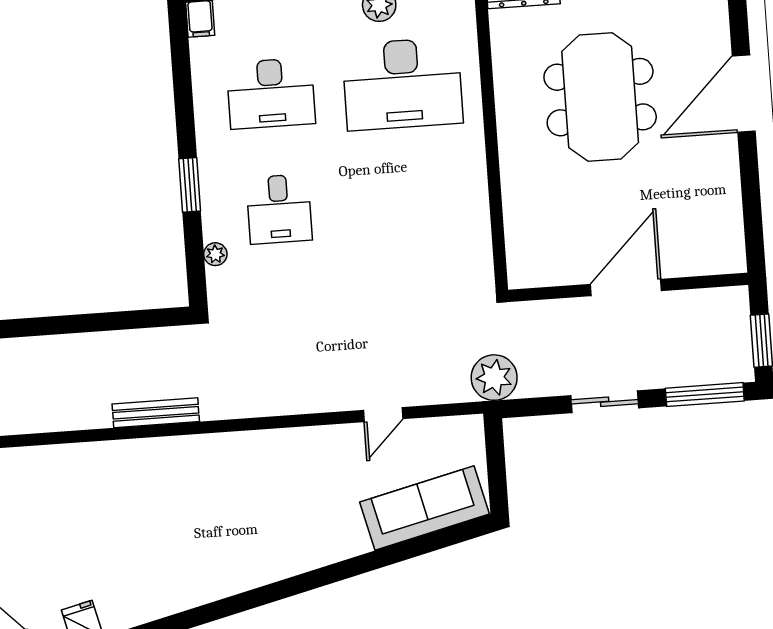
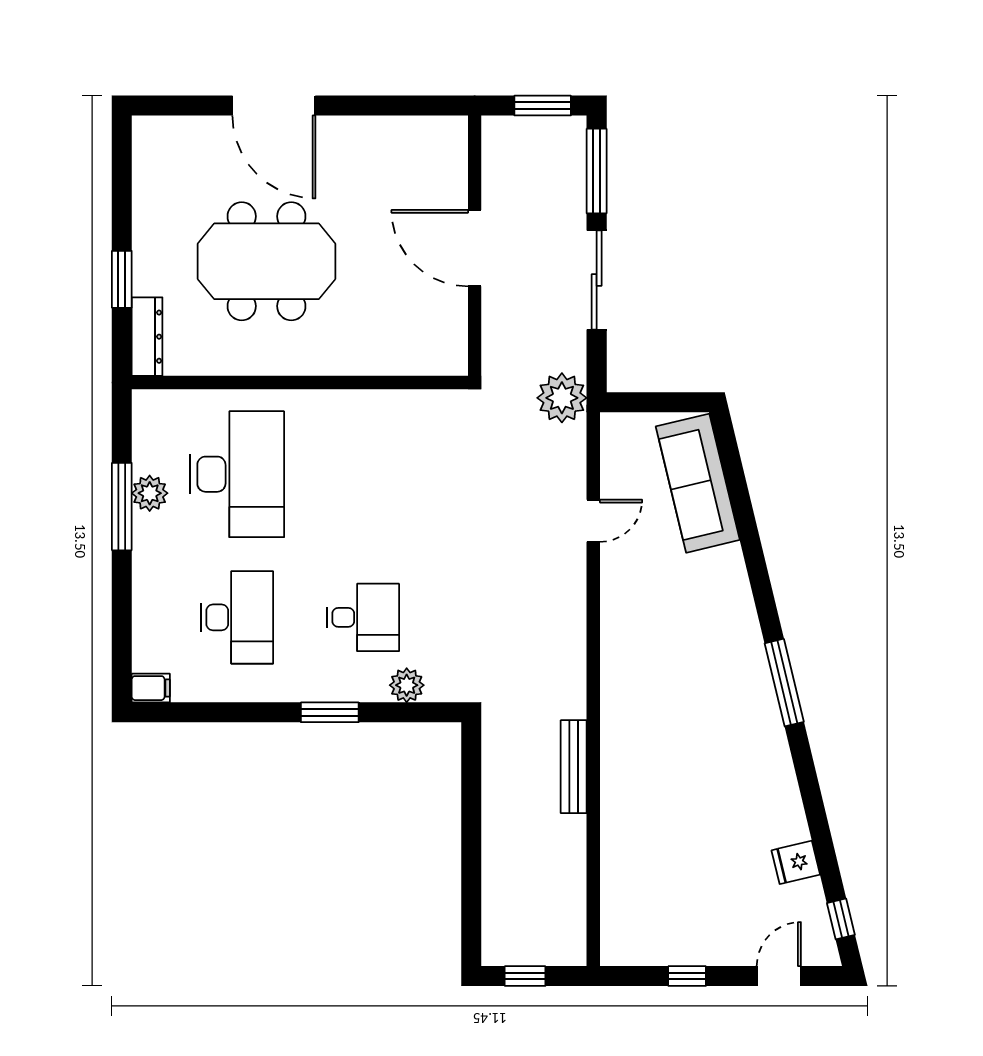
plant: (215, 254) -> (407, 685), width x1.38, depth x1.38
sliding door: (605, 402) -> (597, 280), width x1.37
door: (383, 415) -> (593, 521), hinge flipped
window: (247, 601) -> (784, 683), added

